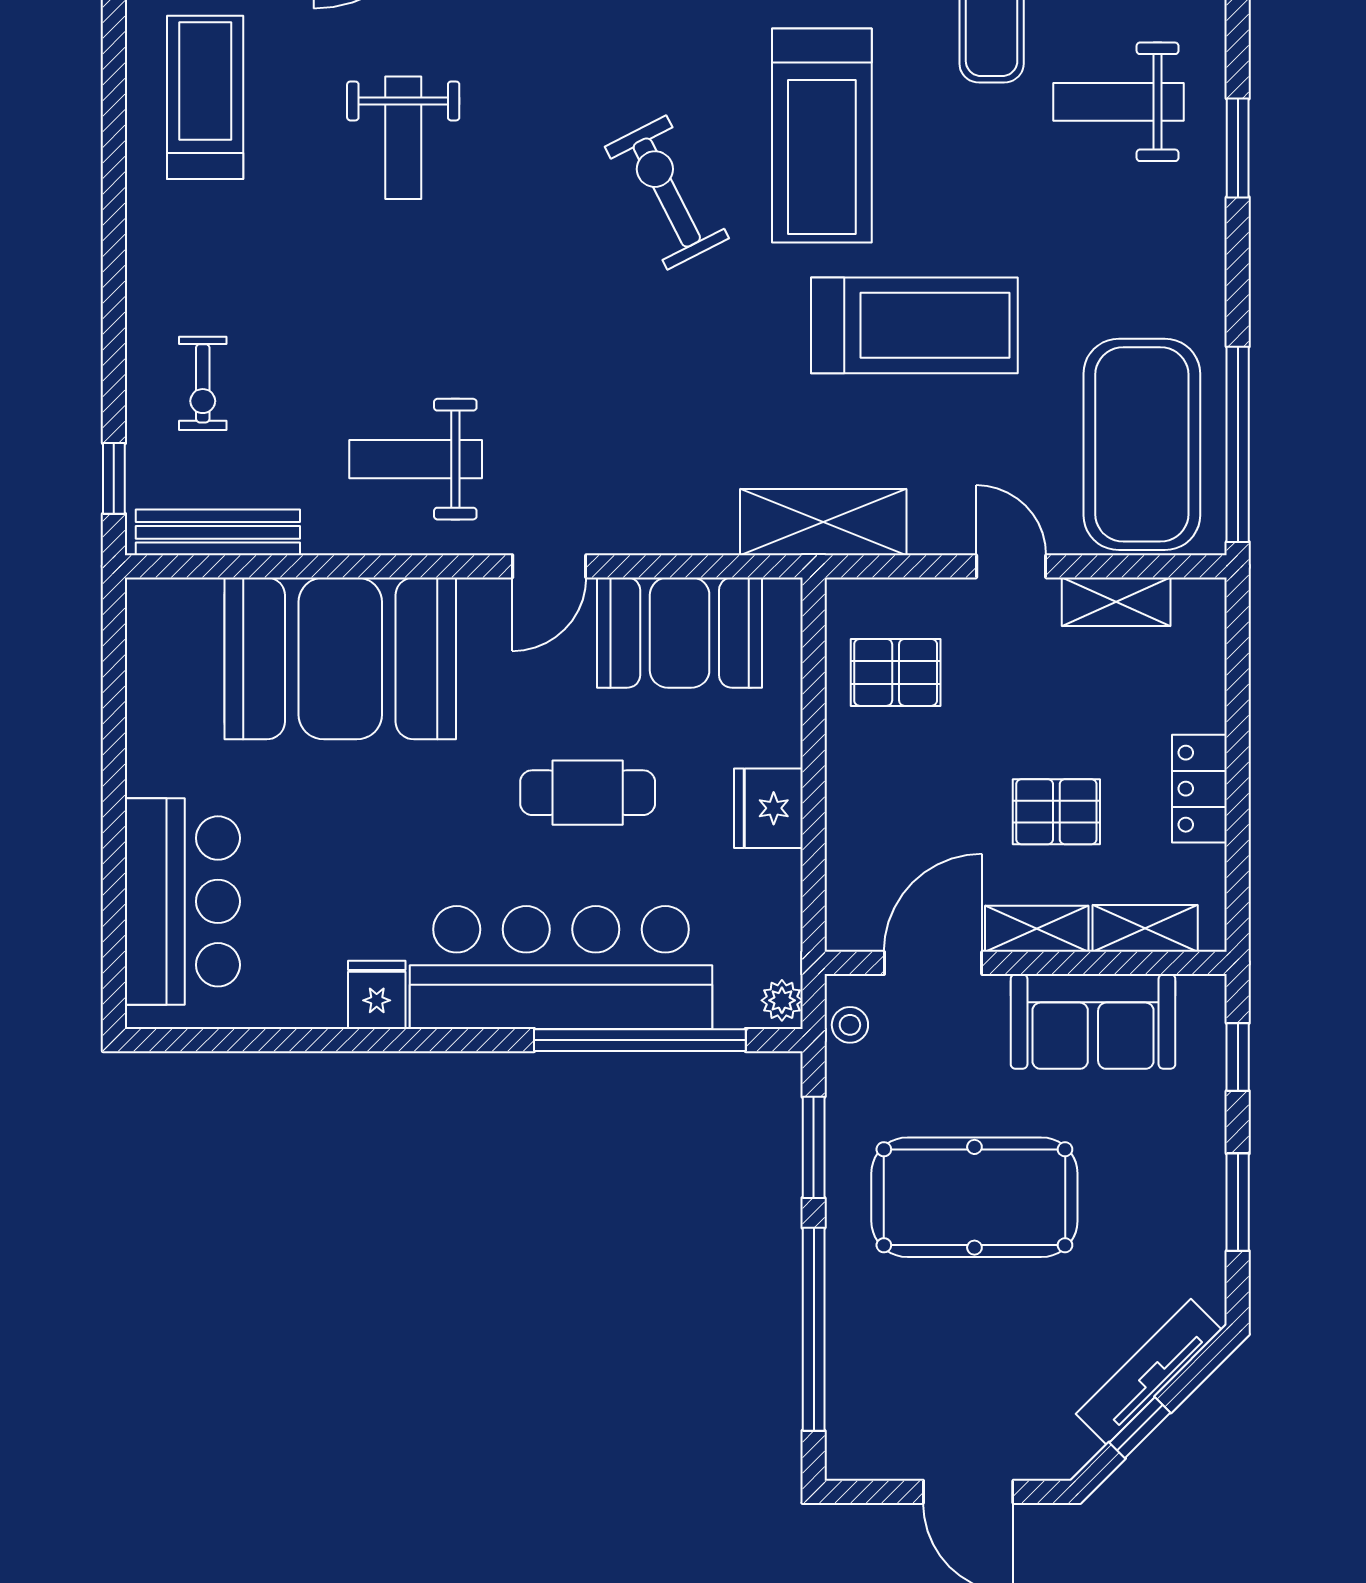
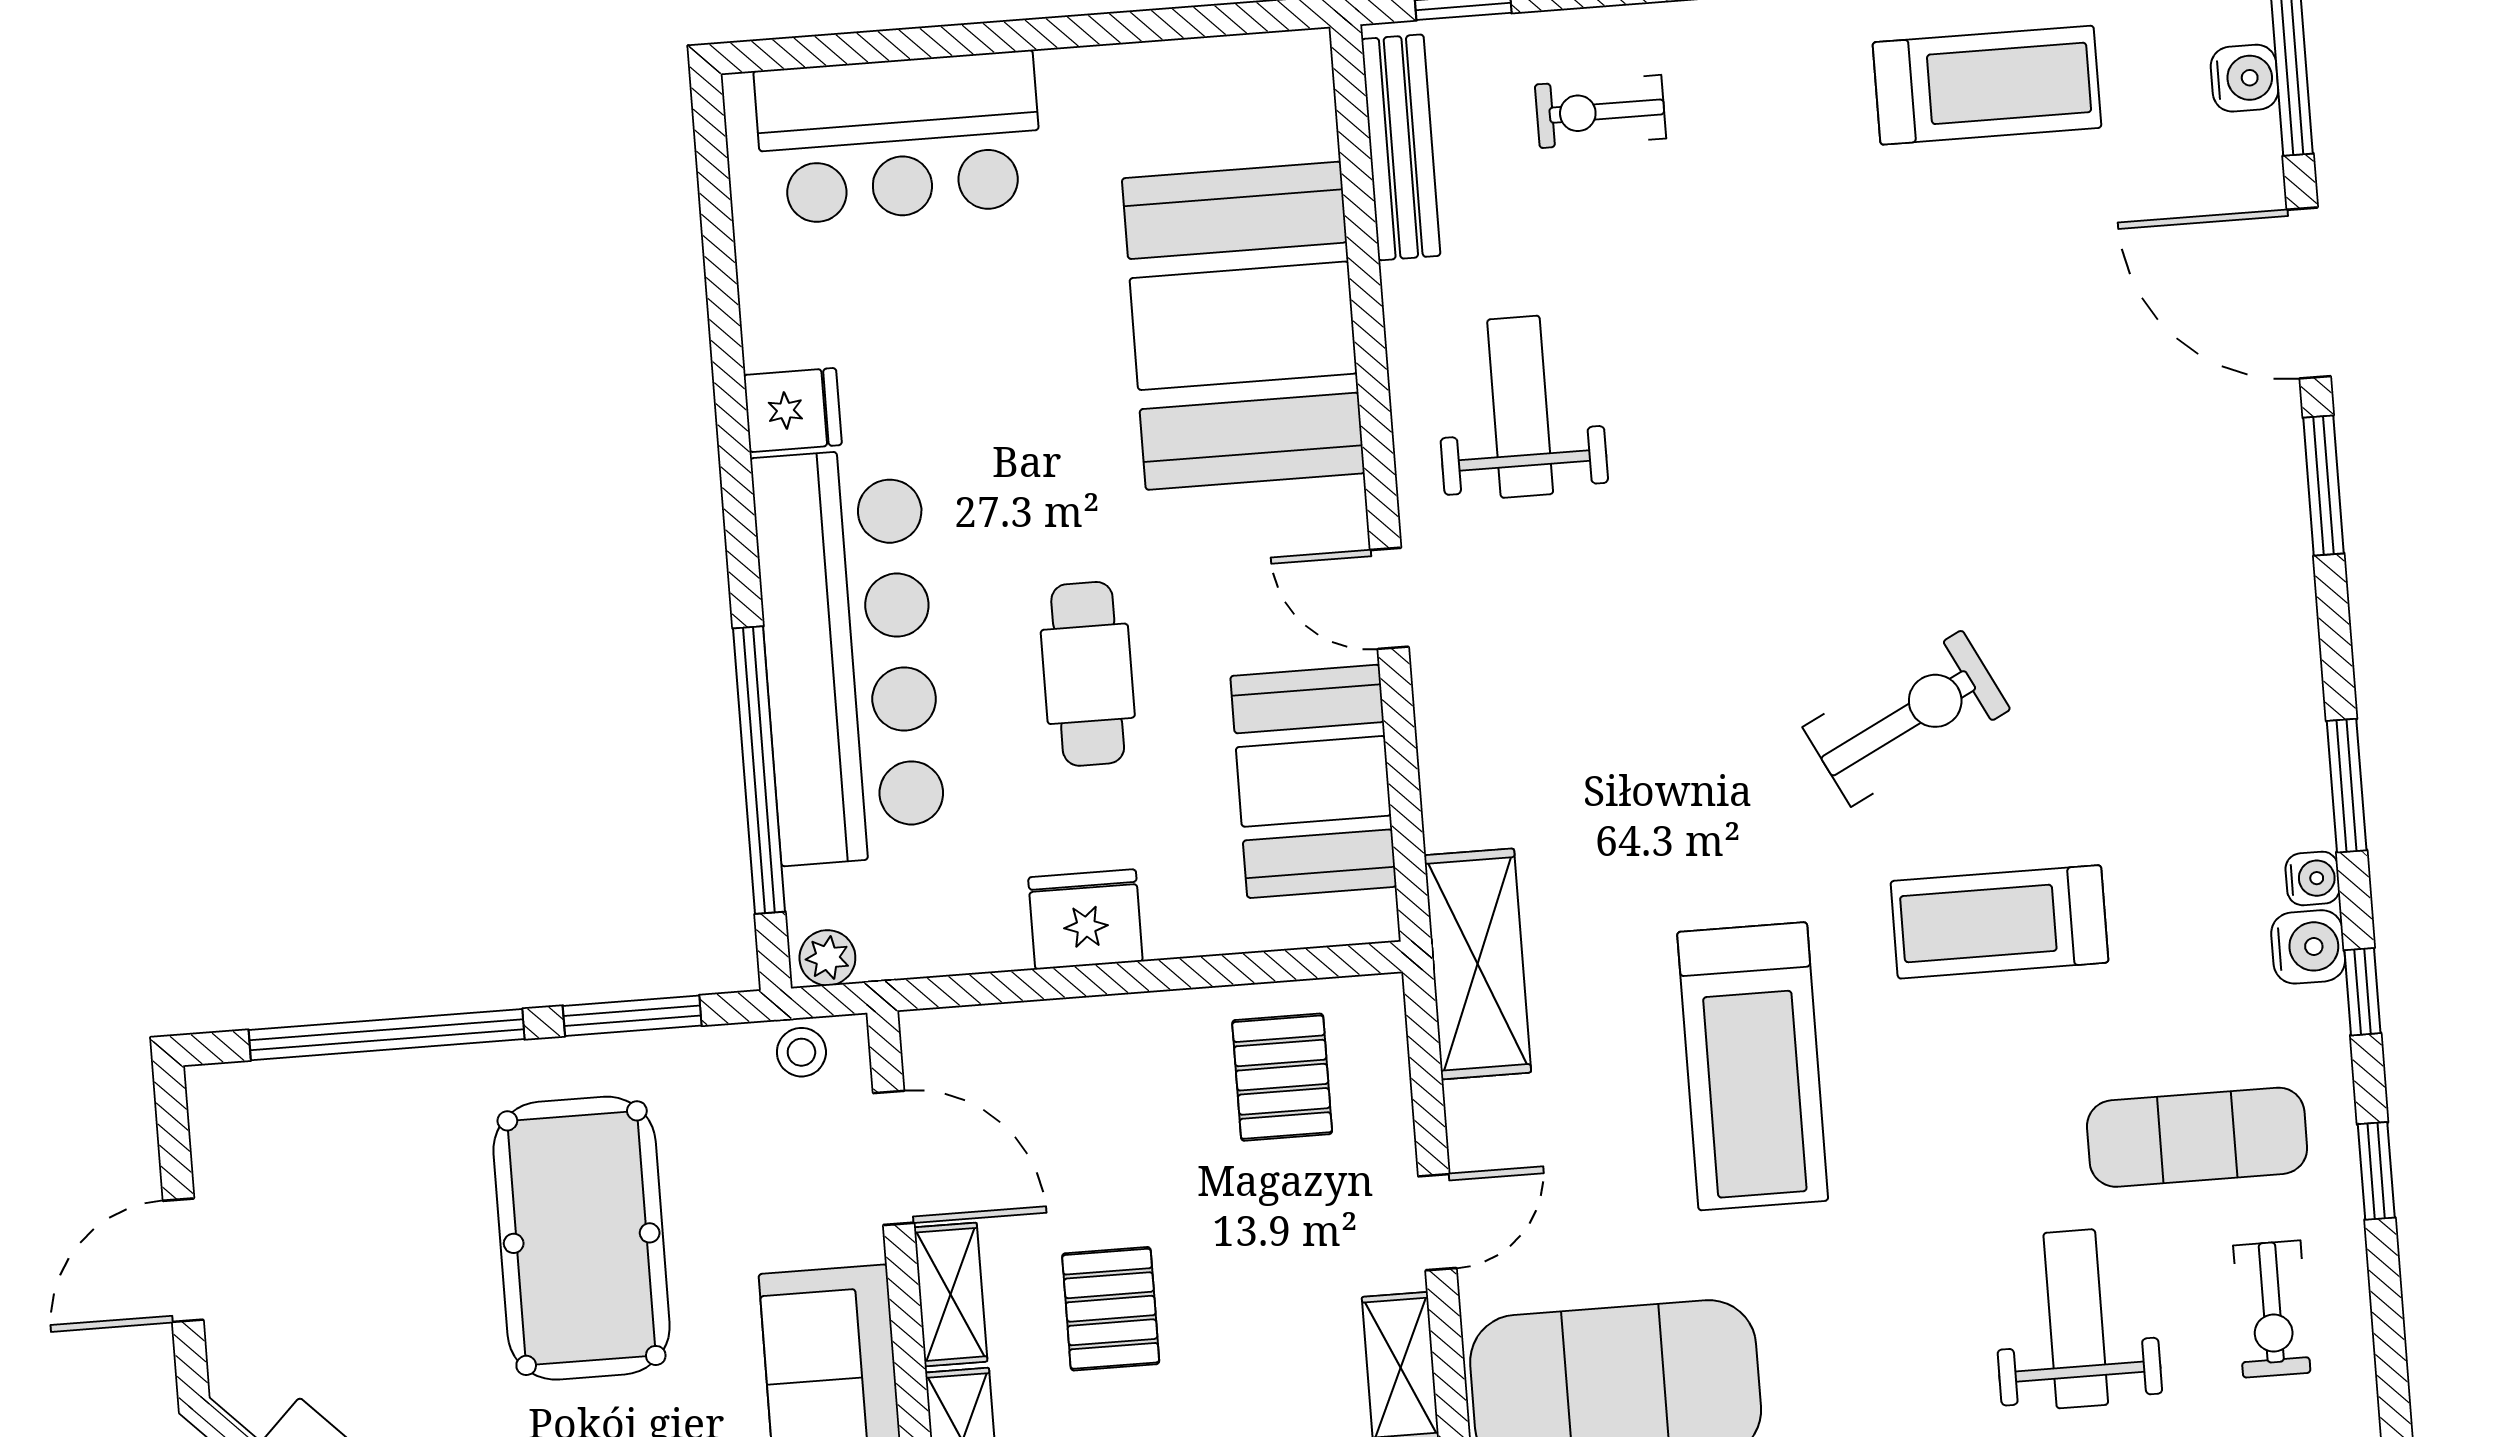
treadmill: (822, 136) -> (1999, 922), width x0.73, depth x0.73
weight bench: (403, 138) -> (1953, 357), removed

